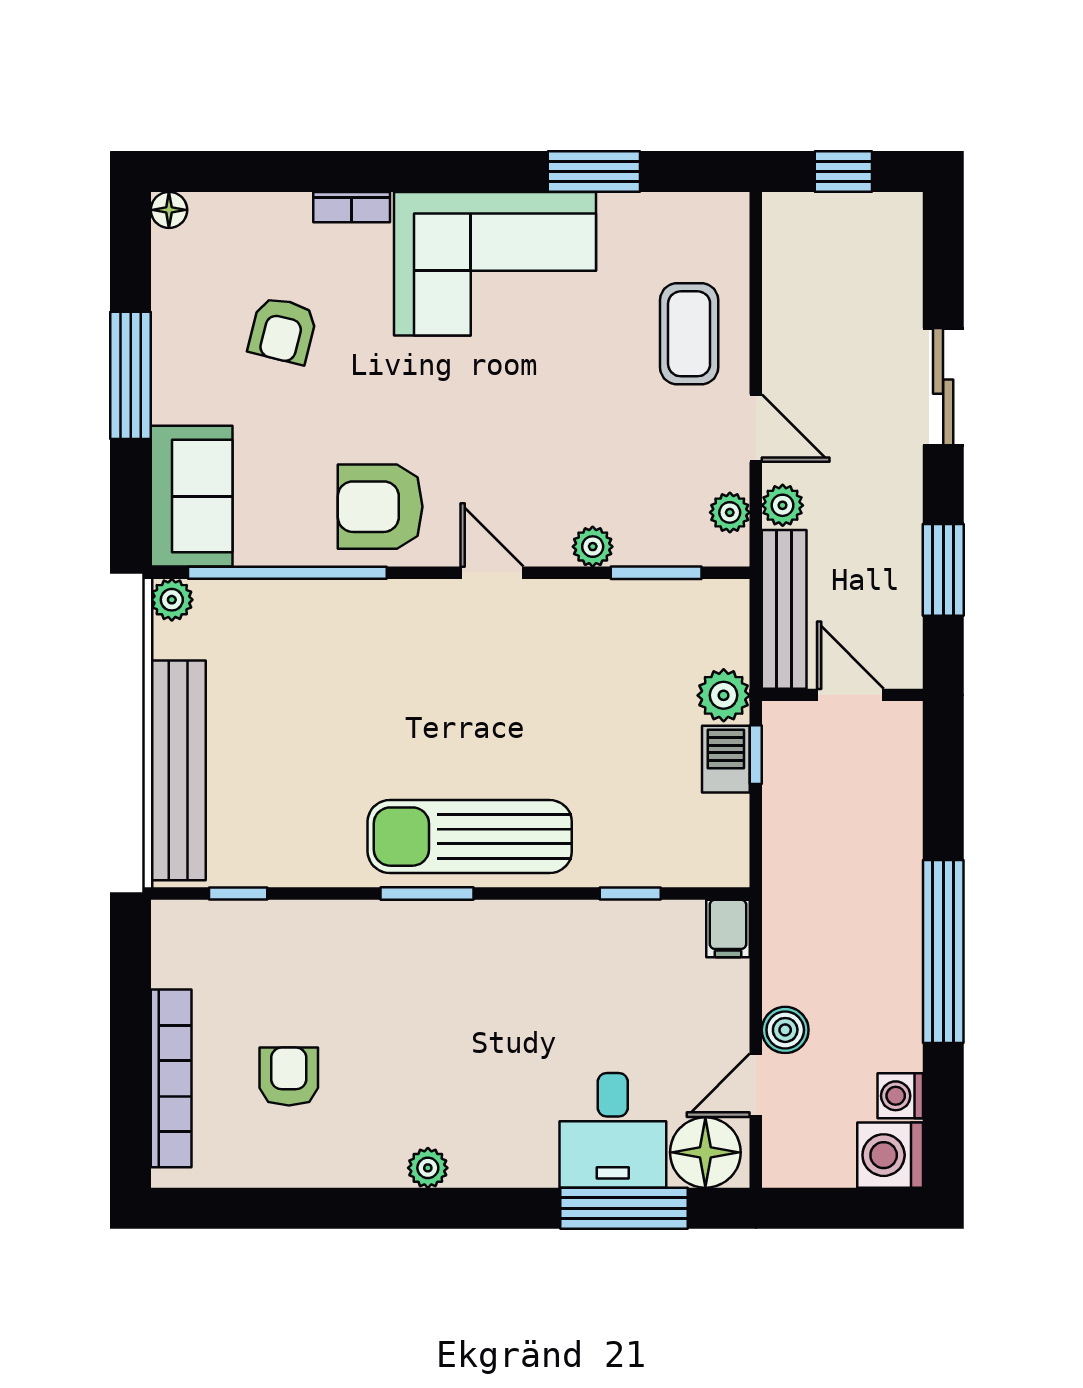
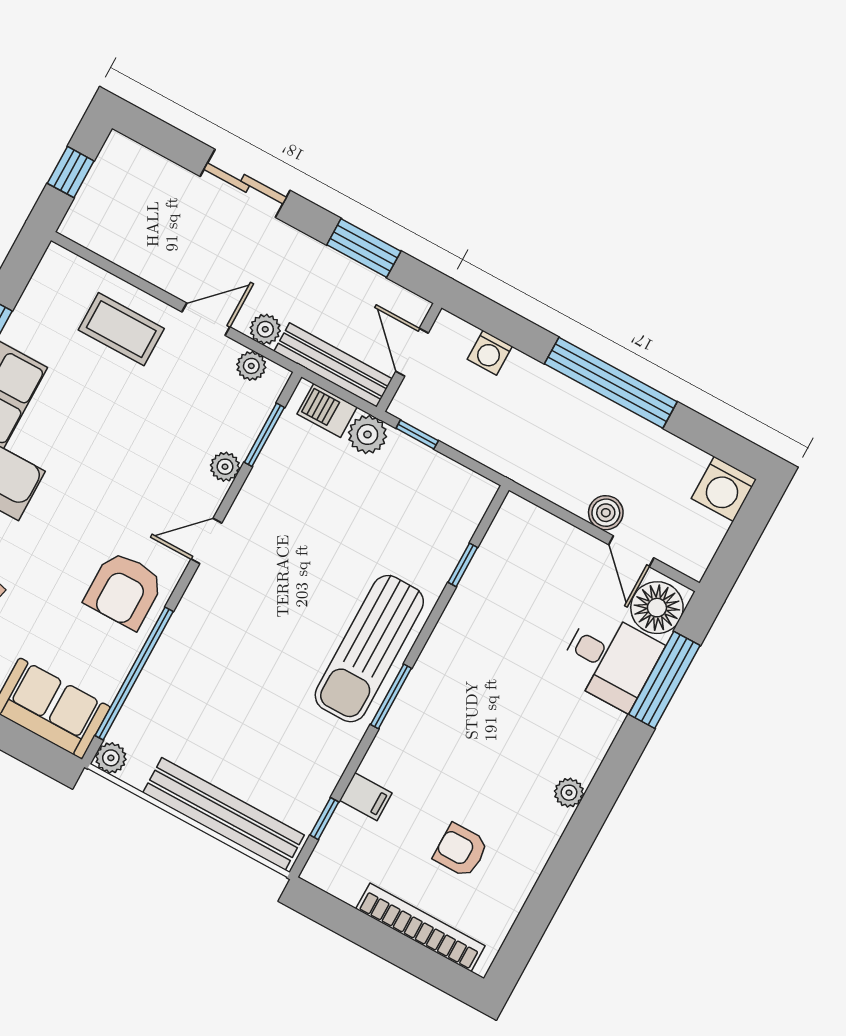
door: (850, 695) -> (412, 352), hinge flipped
barbecue: (726, 759) -> (327, 410), moved
filing cabinet: (728, 928) -> (366, 797), moved
washing machine: (900, 1096) -> (490, 353), moved

